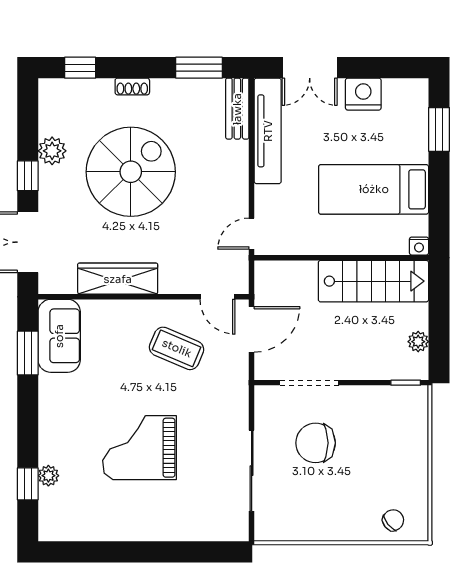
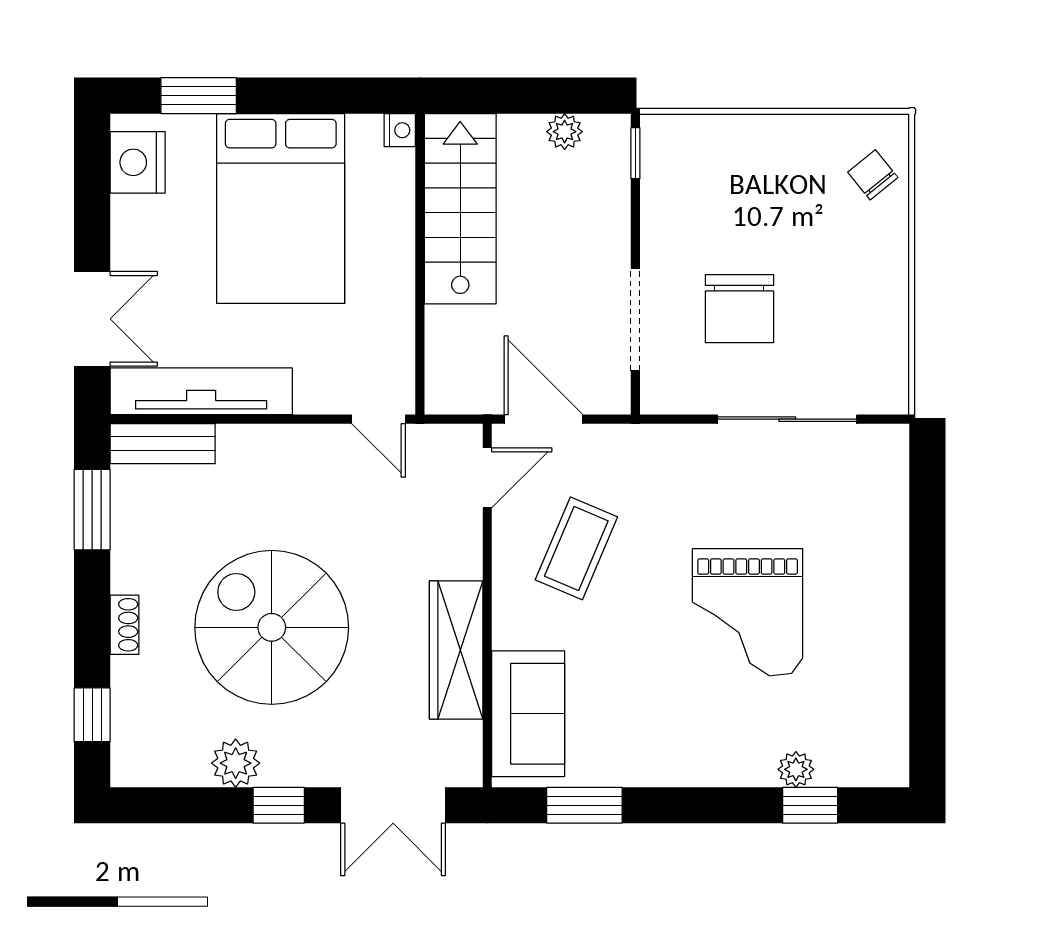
nightstand: (363, 94) -> (138, 162), moved
bed: (374, 189) -> (281, 209), width x1.50
sofa: (59, 336) -> (528, 714), moved, turned 90

